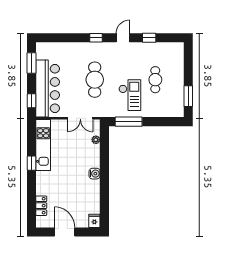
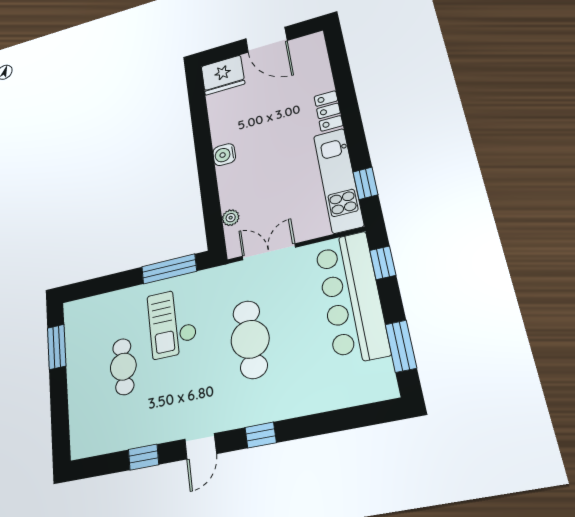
window: (32, 163) -> (365, 183), moved
locker: (41, 206) -> (328, 111), moved
fridge: (94, 221) -> (223, 75), width x1.88, depth x1.34

